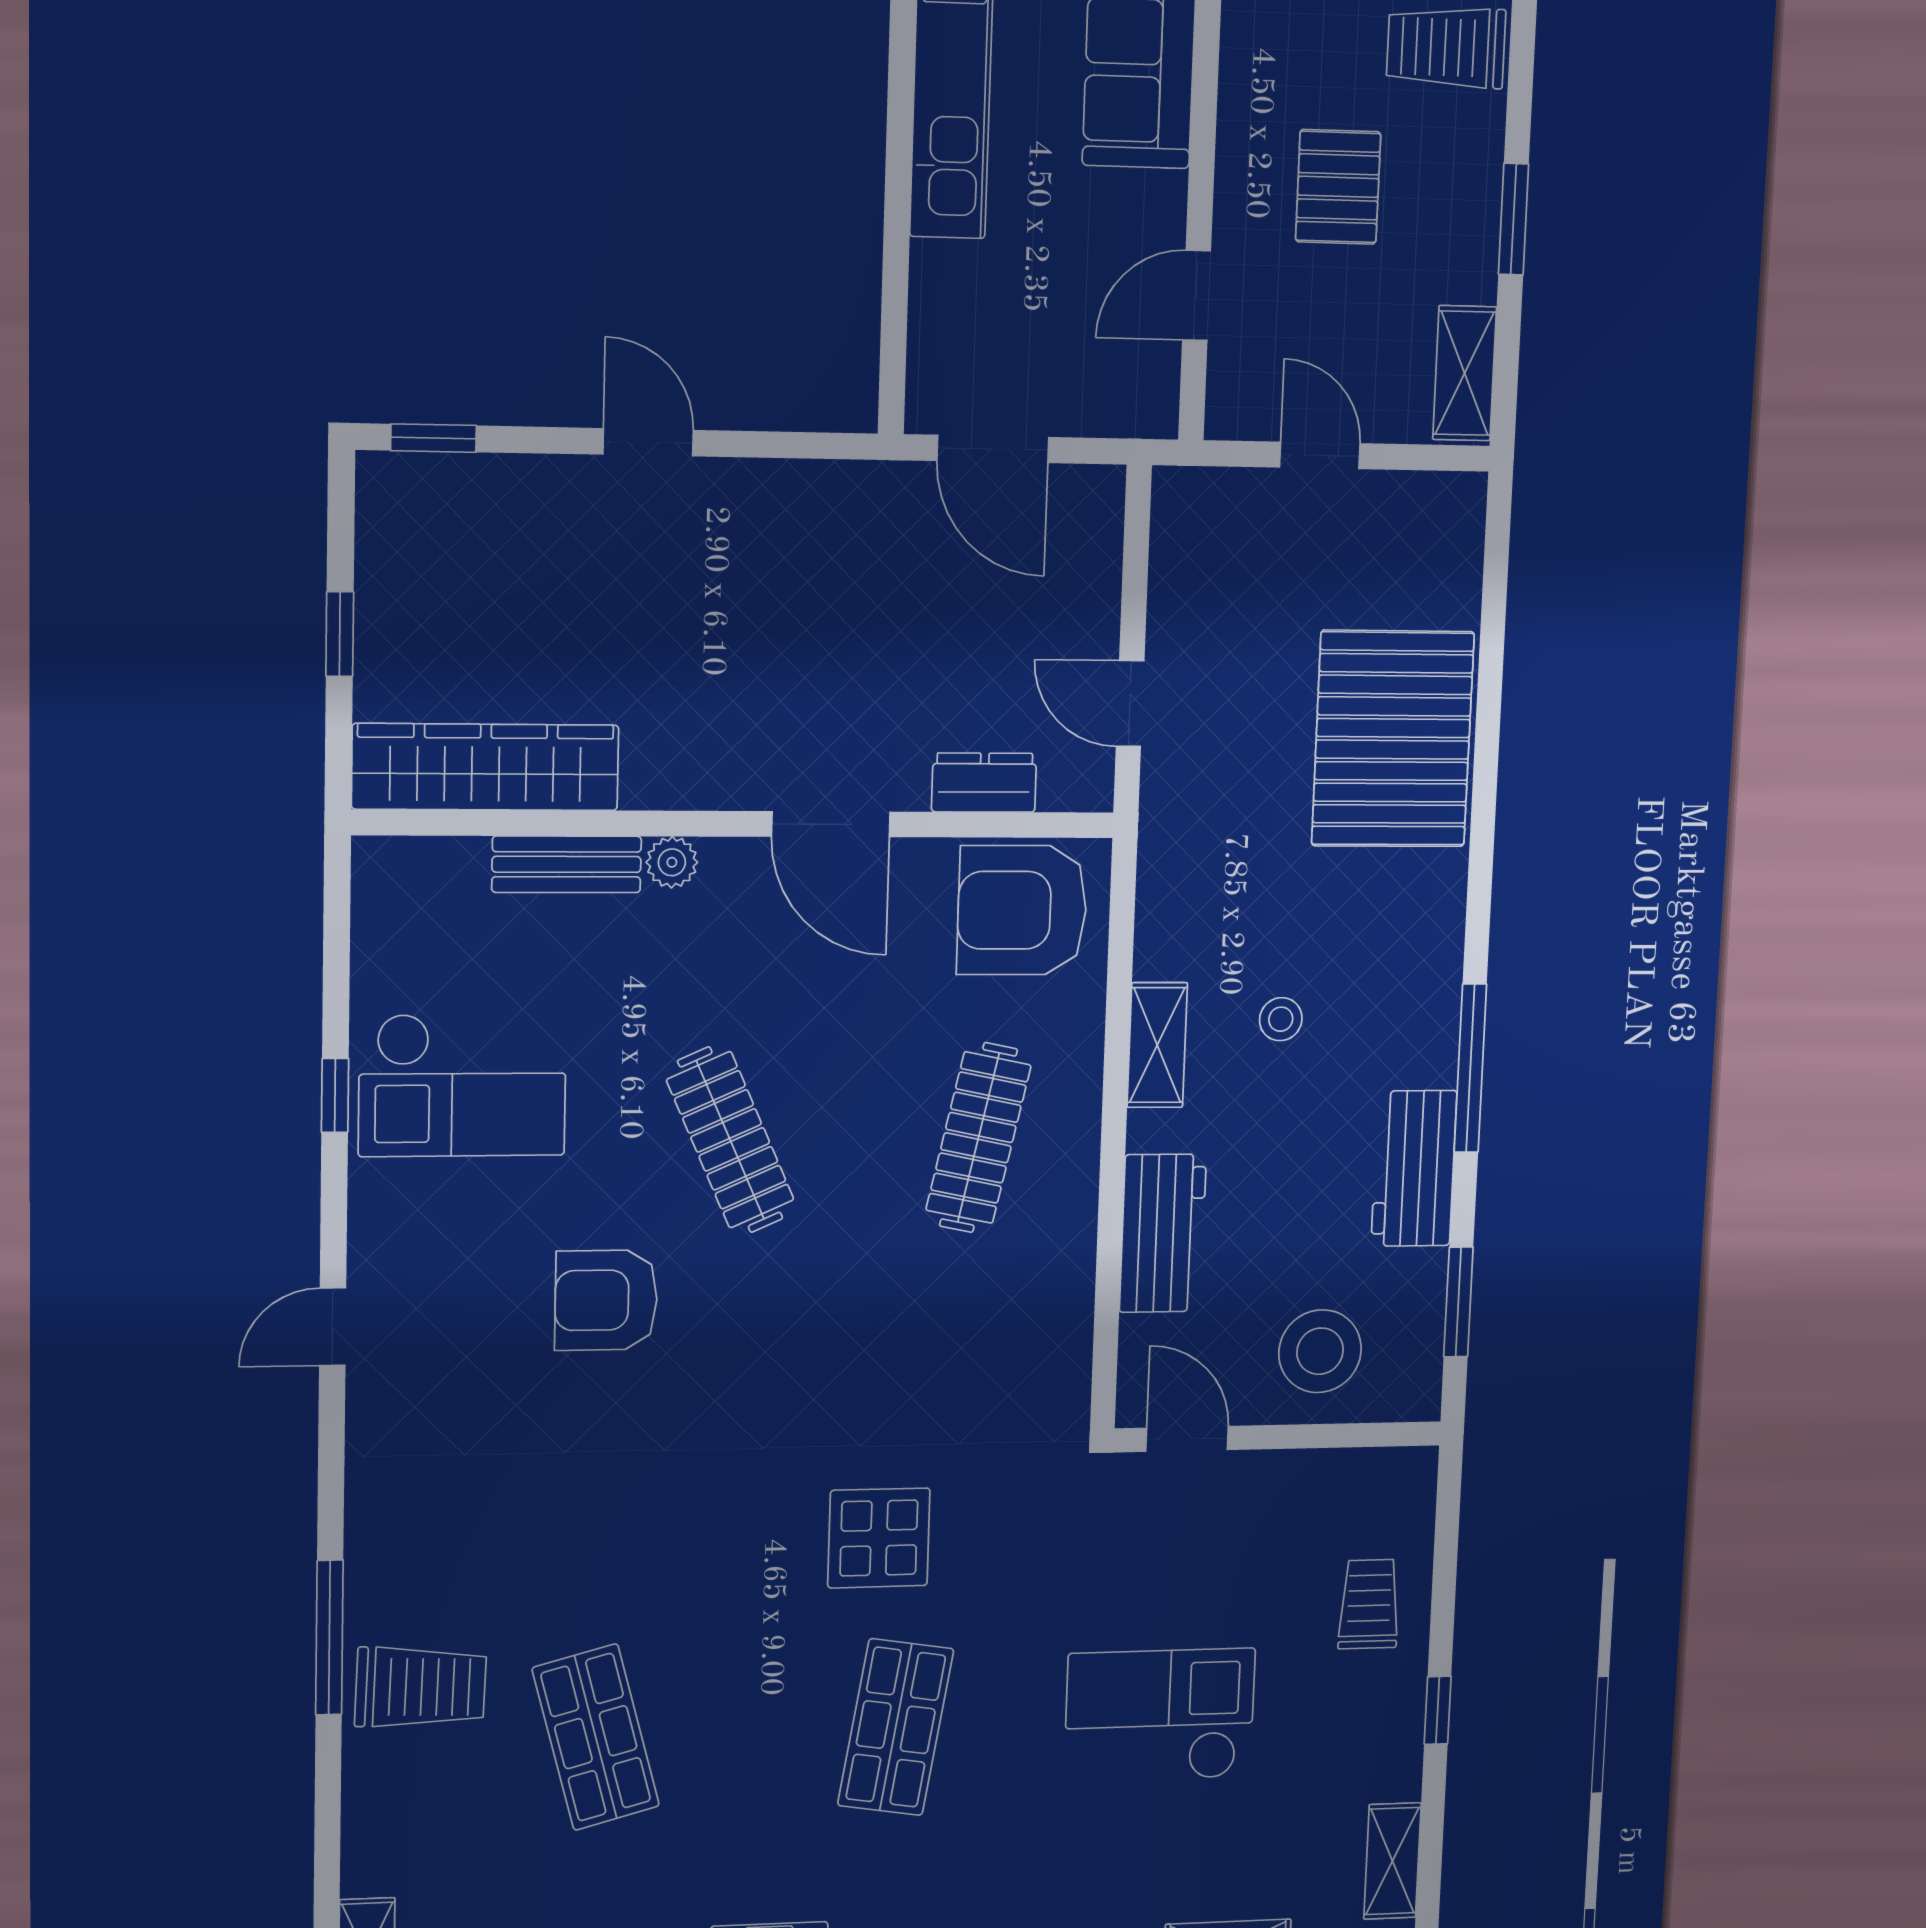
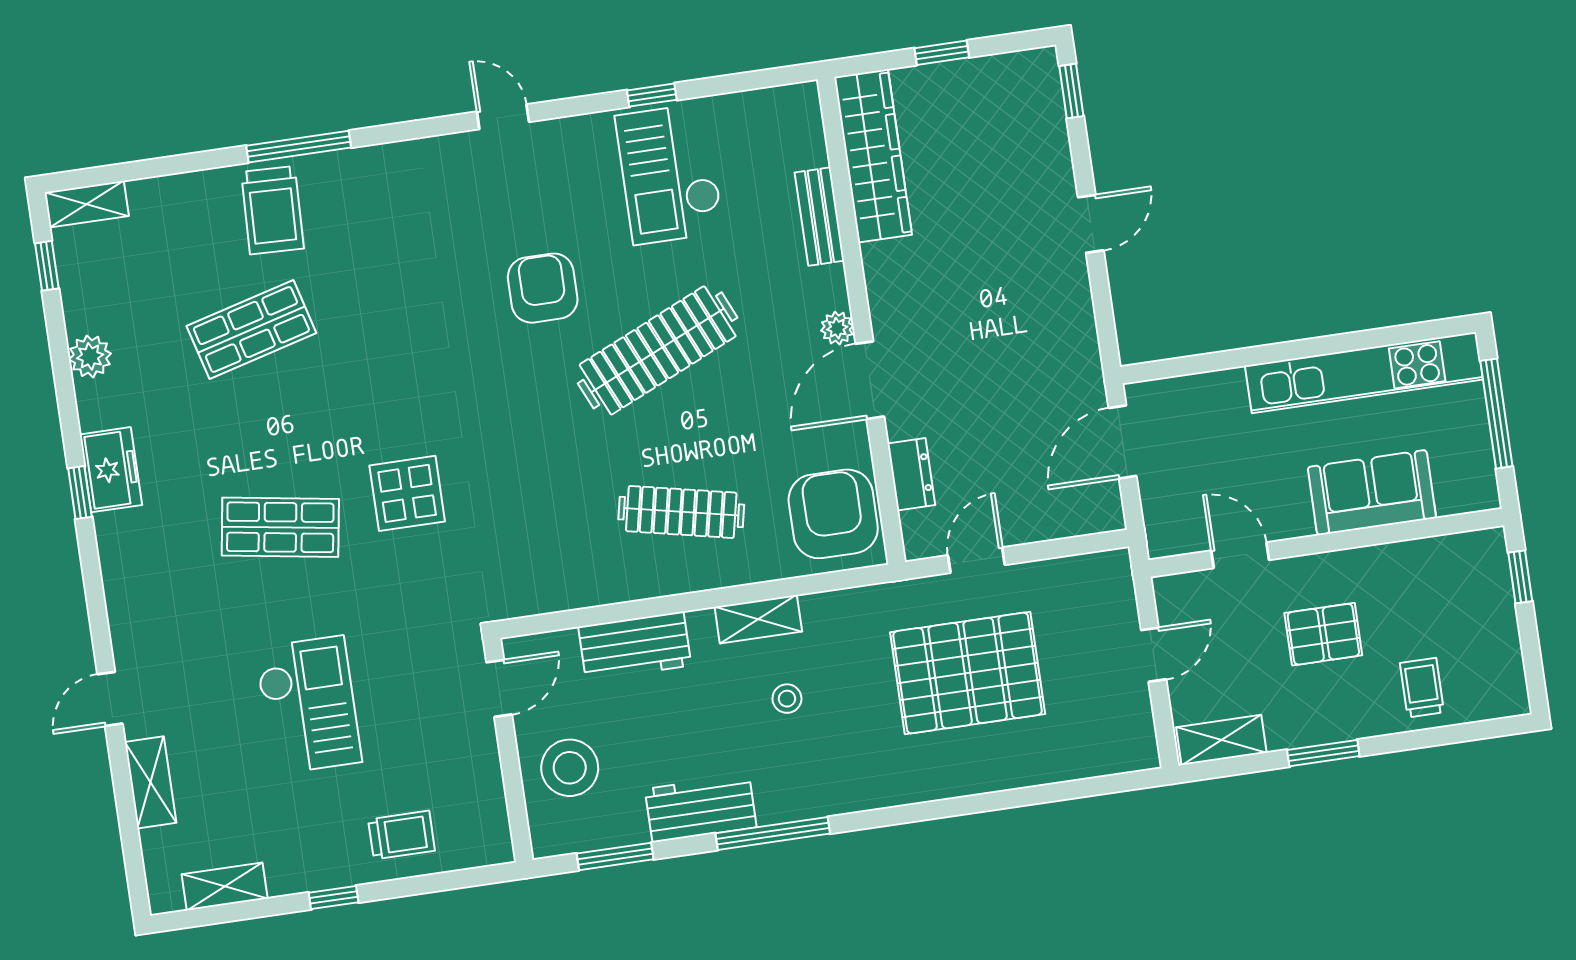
trolley: (1446, 47) -> (1422, 688), width x0.73, depth x0.72
pallet: (1393, 739) -> (968, 673), moved
plant: (672, 862) -> (837, 328), moved
clothes rail: (730, 1140) -> (658, 350), width x1.37, depth x1.31

